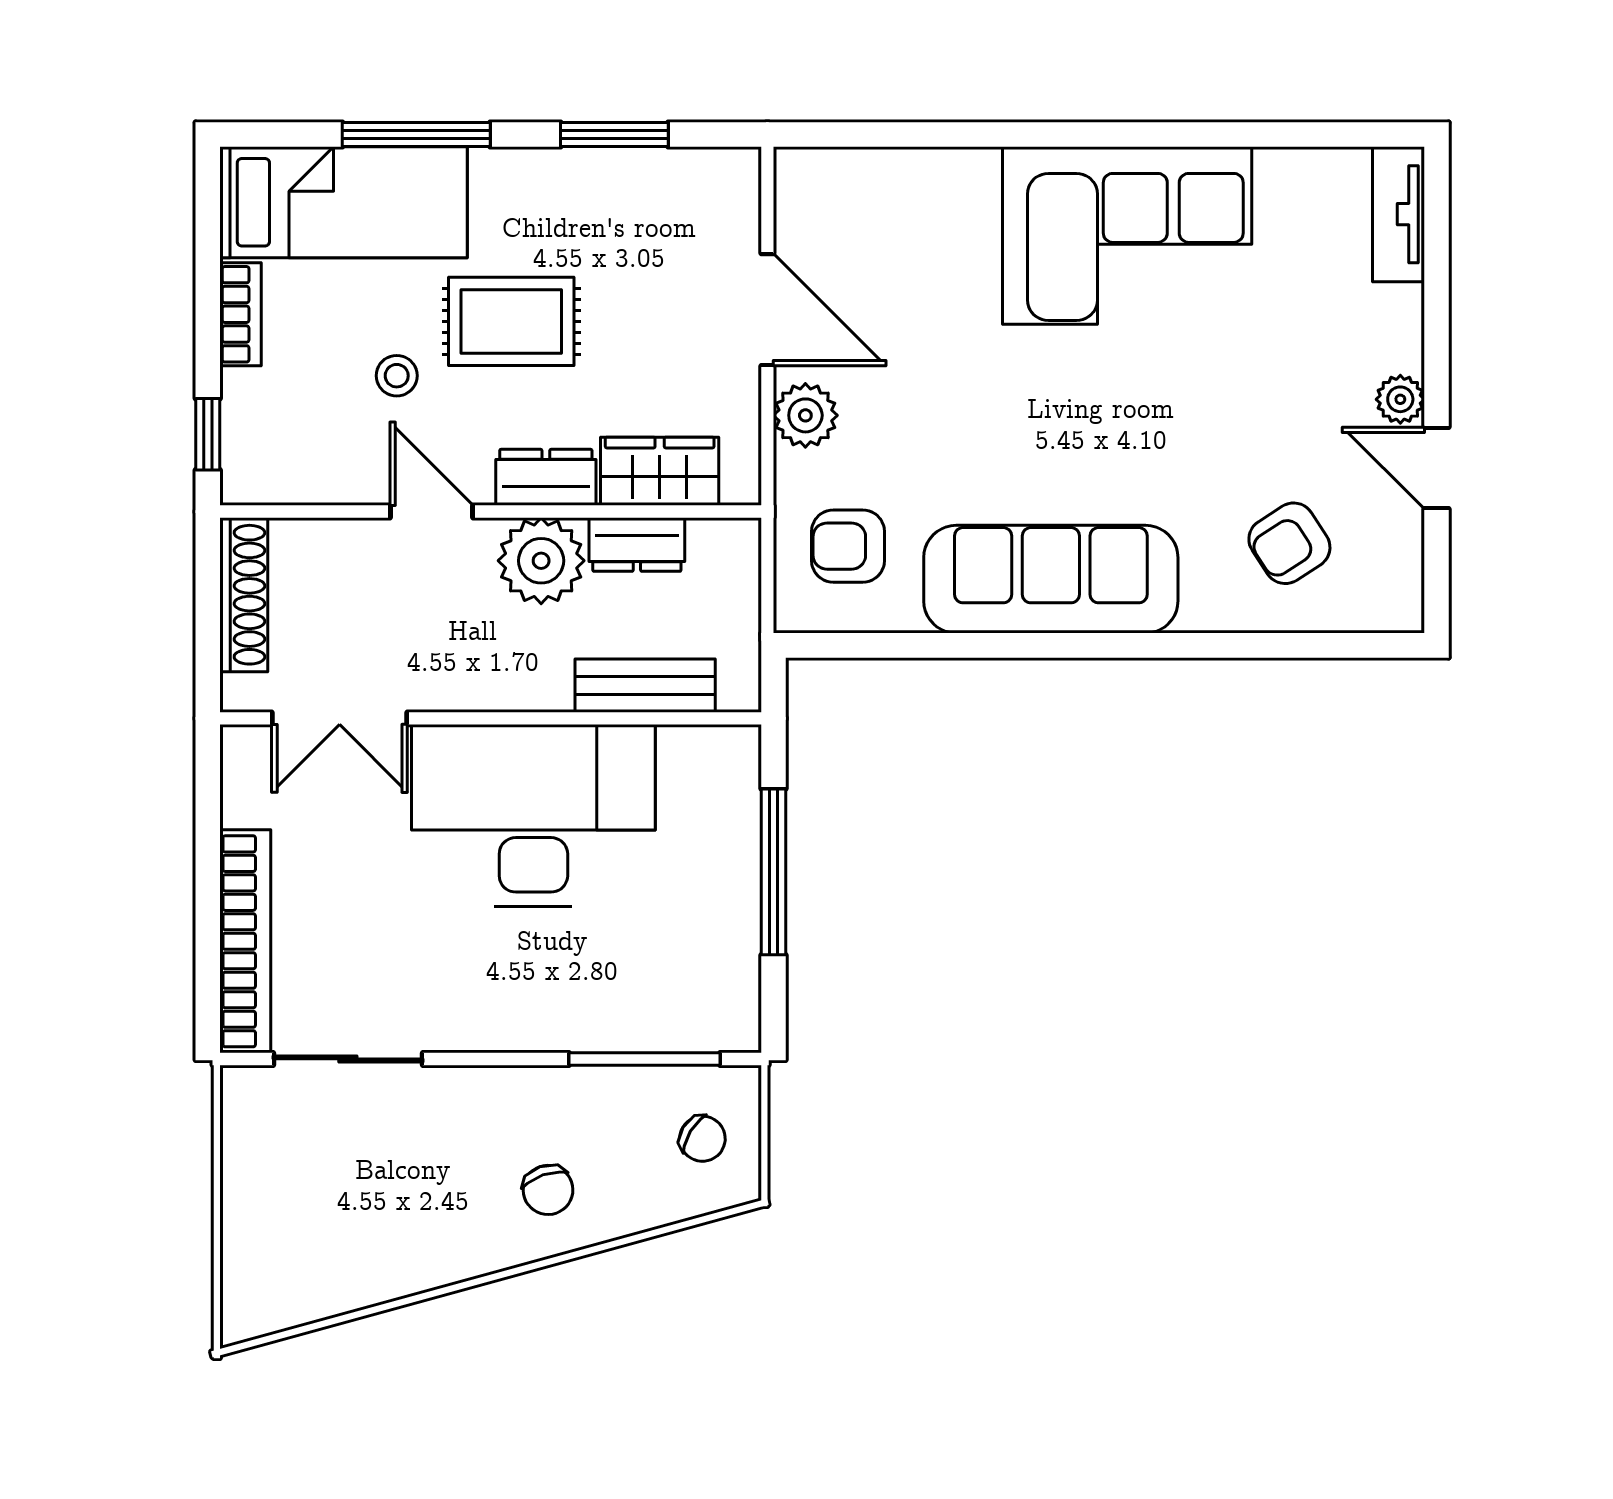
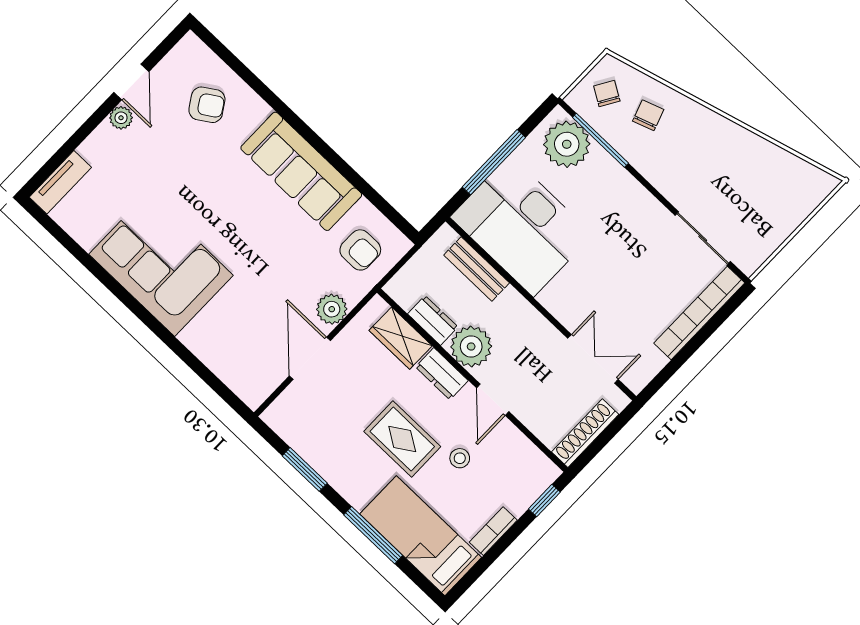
desk: (533, 816) -> (522, 226), moved
plant: (690, 1004) -> (567, 144), added
chair: (548, 1190) -> (648, 115), moved

